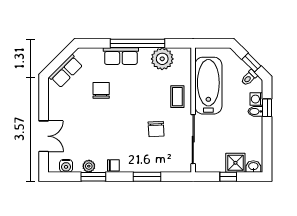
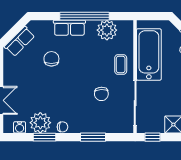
plant: (89, 166) -> (40, 123), width x1.87, depth x1.87
window: (228, 177) -> (153, 137), moved

